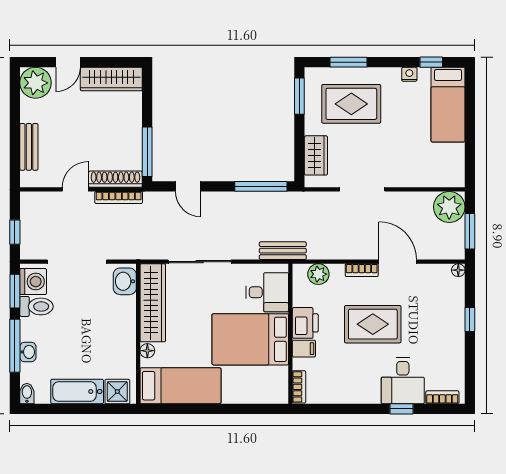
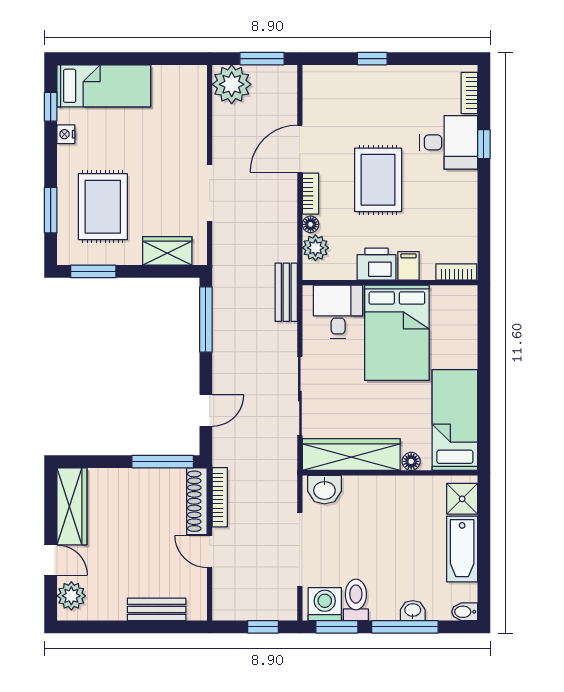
plant: (35, 83) -> (71, 596), width x0.73, depth x0.73
floor lamp: (458, 270) -> (311, 224), moved

